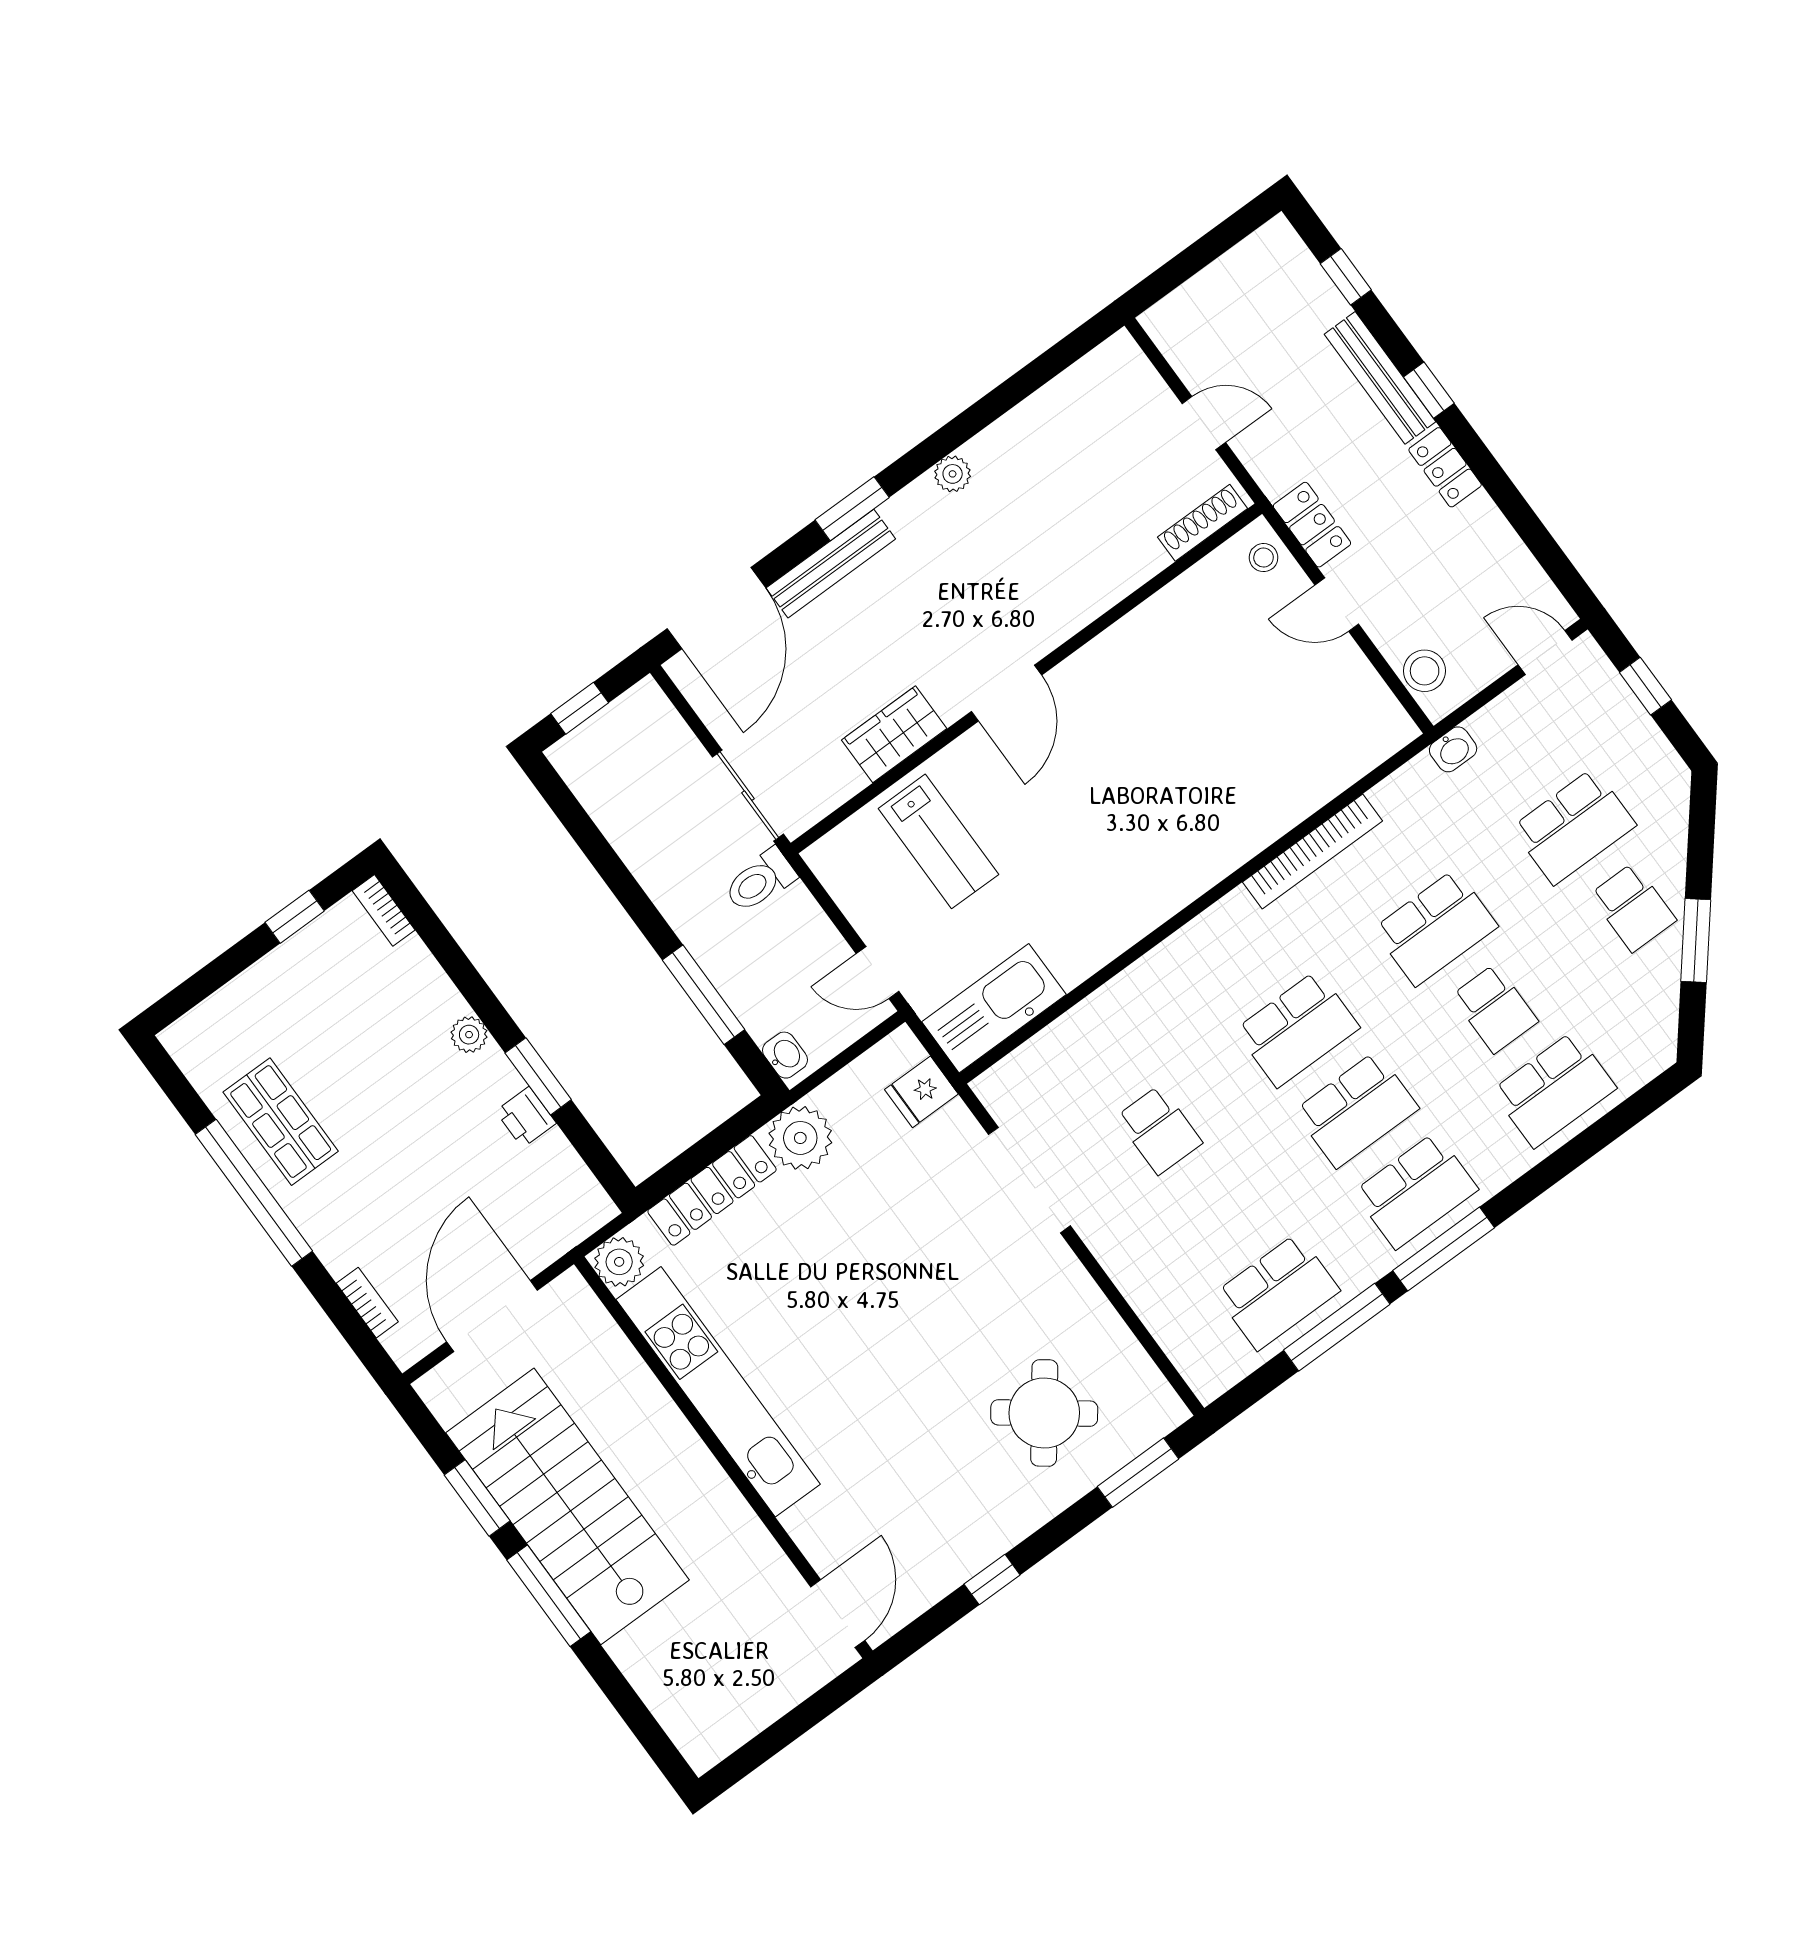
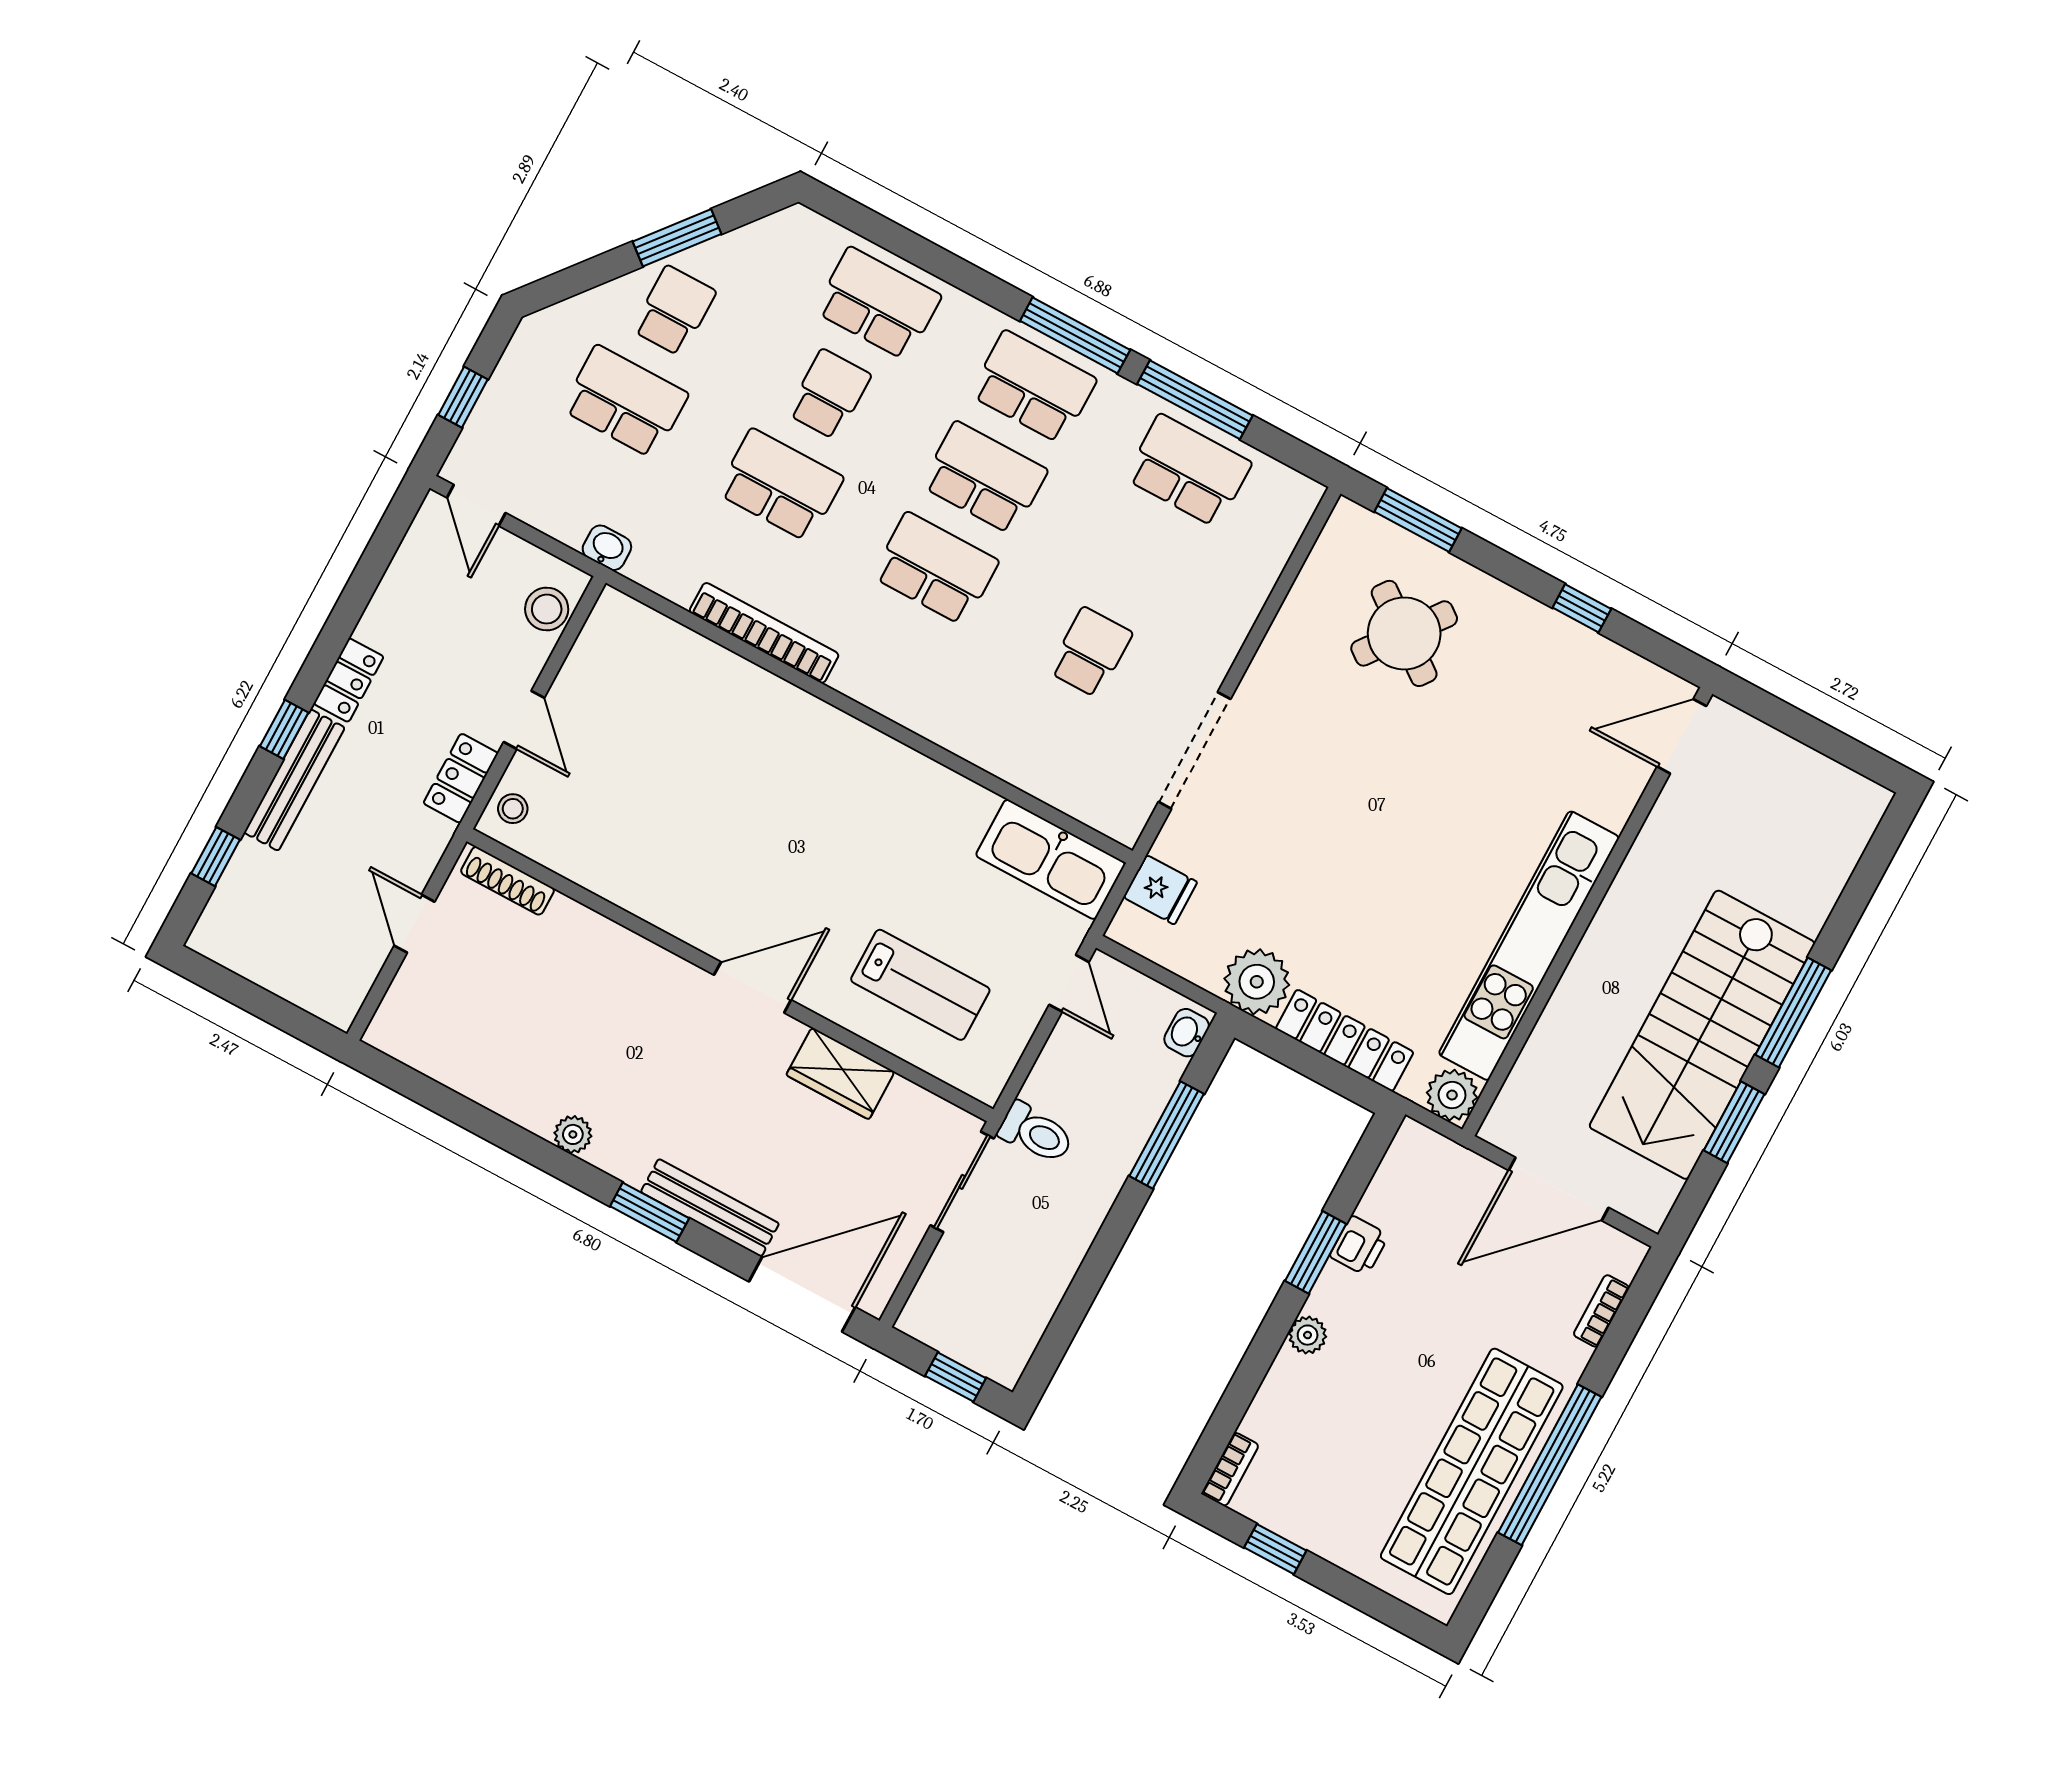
lab bench: (938, 841) -> (920, 985), turned 90
shop shelf: (281, 1122) -> (1472, 1471), width x2.00, depth x1.36

